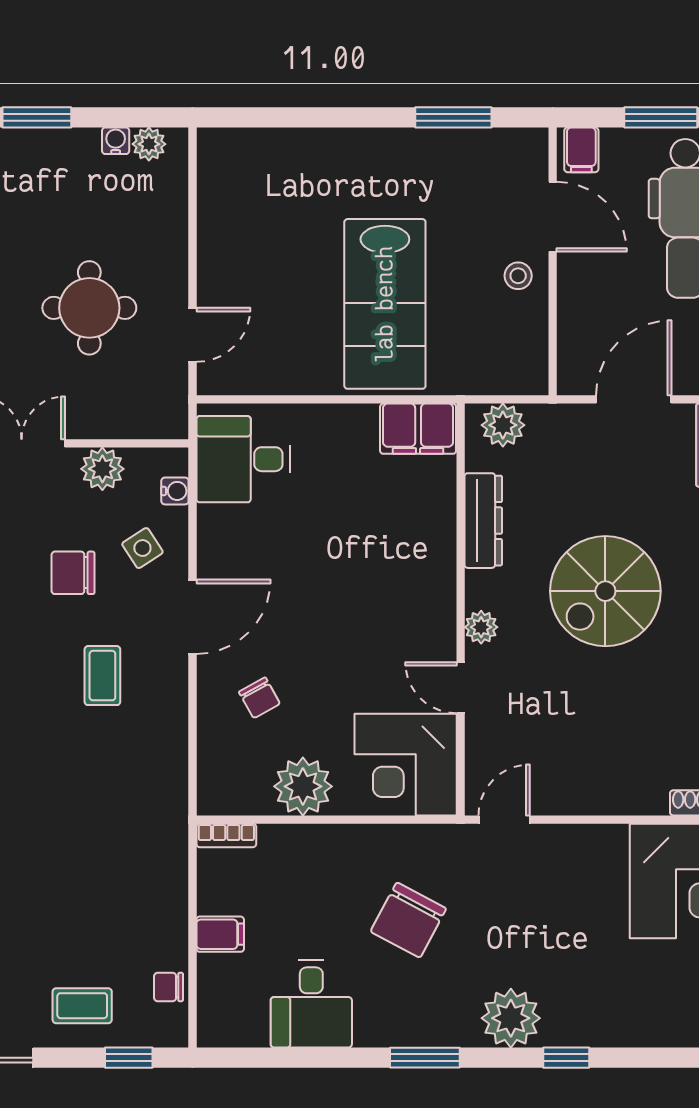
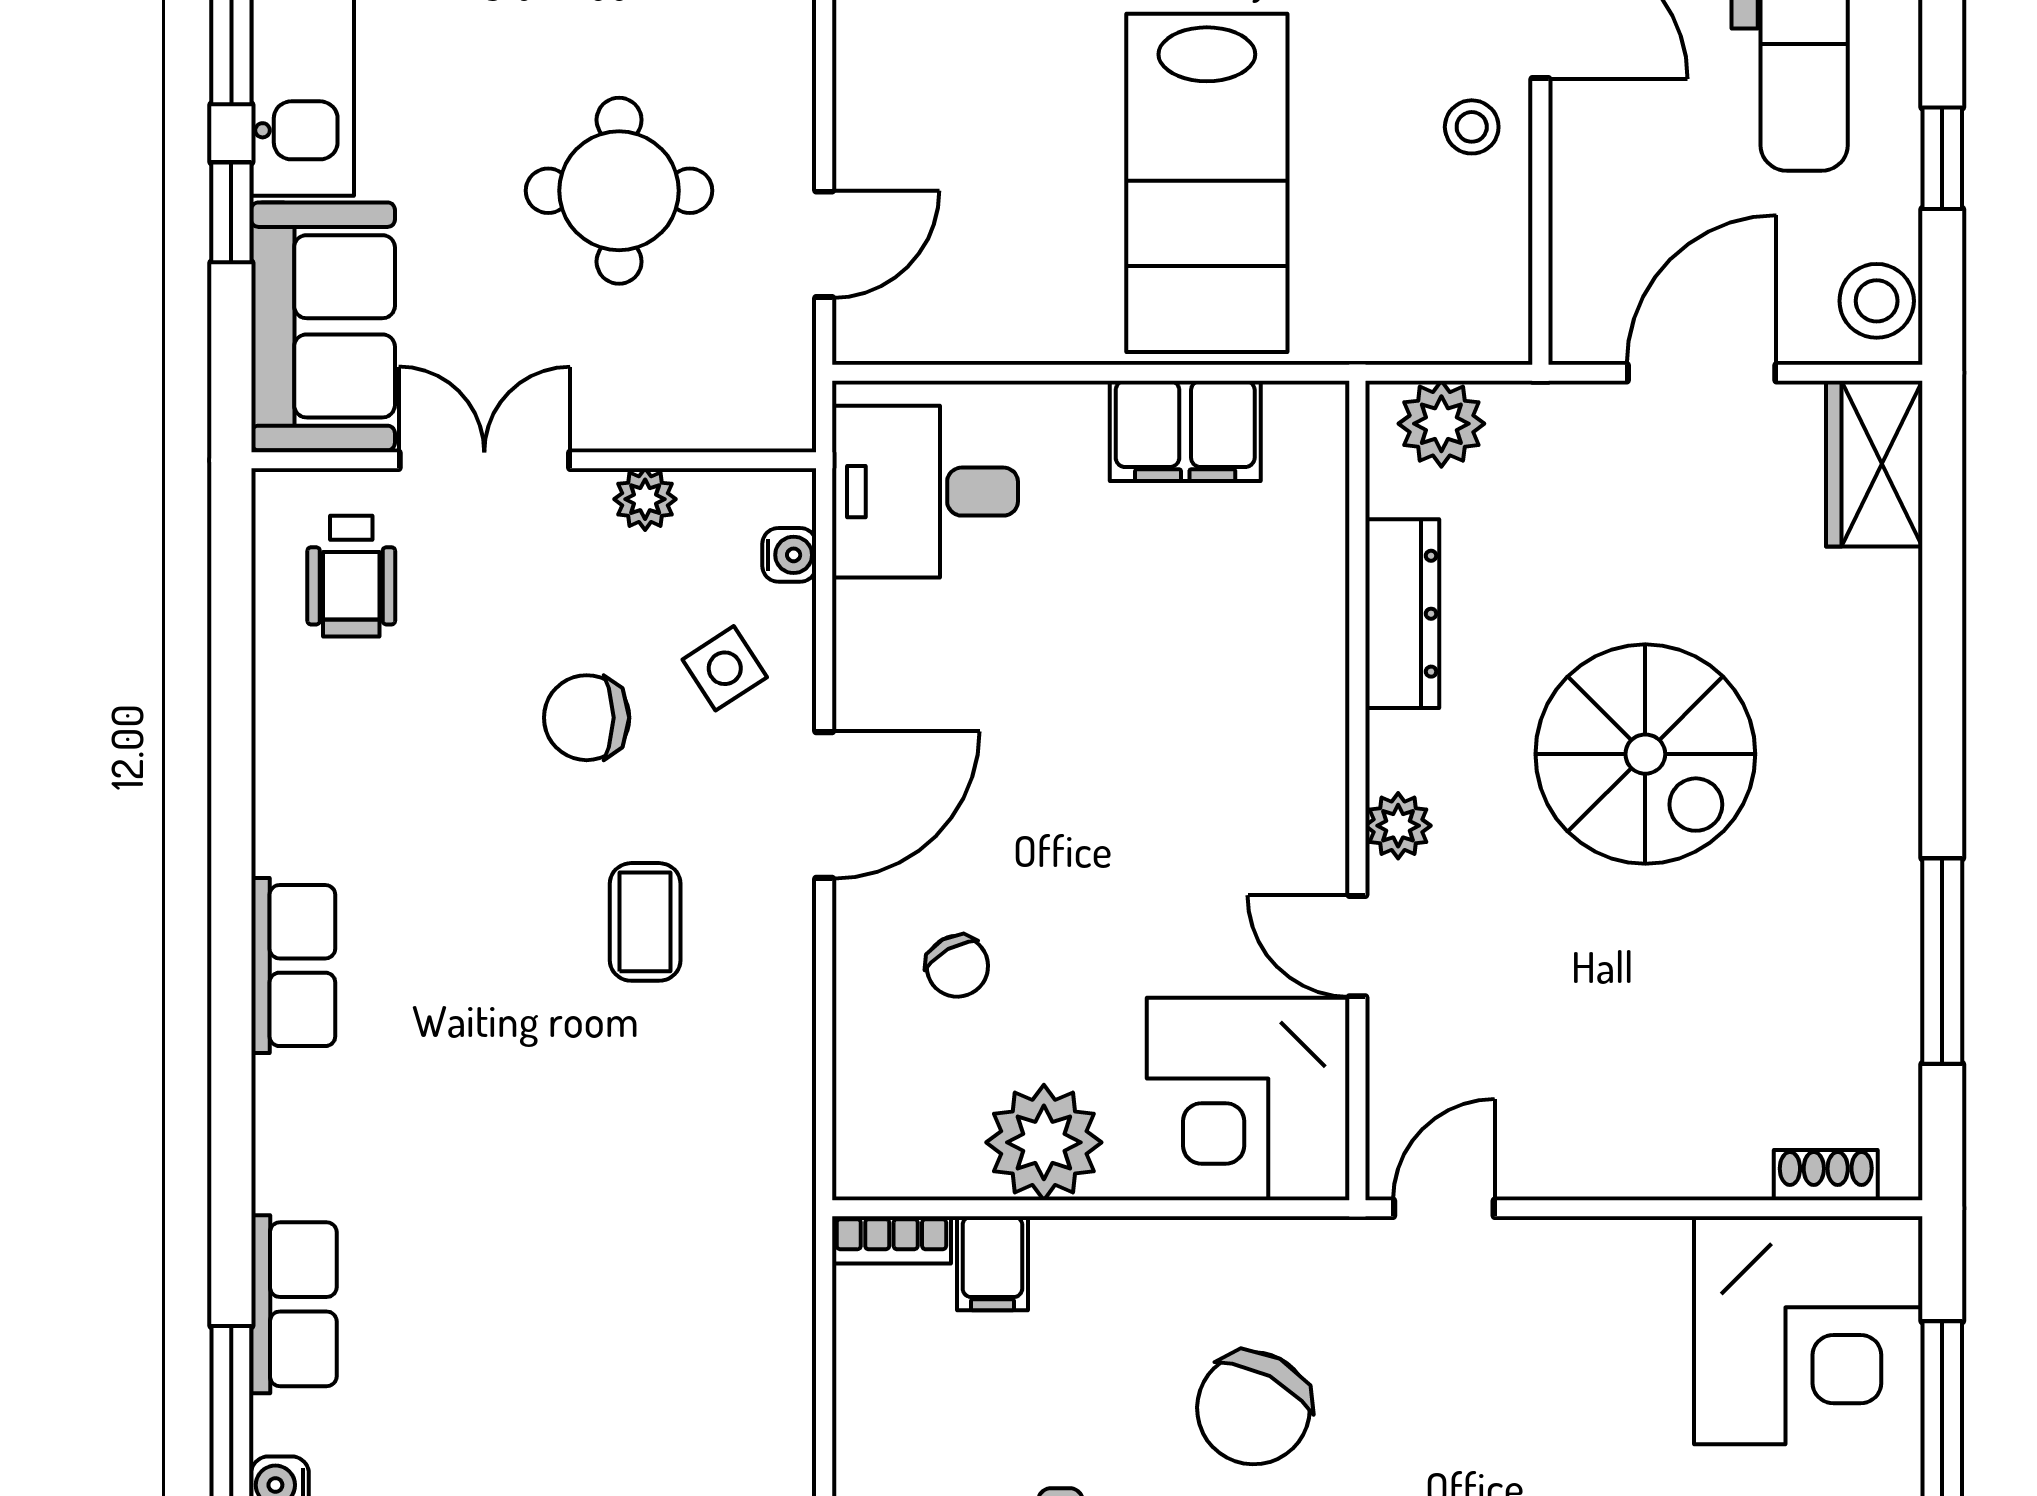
filing cabinet: (418, 429) -> (1185, 431), moved
plant: (102, 469) -> (645, 499), width x0.73, depth x0.73
spiral stairs: (605, 591) -> (1645, 754), turned -90
filing cabinet: (220, 934) -> (992, 1263), moved, turned 90

